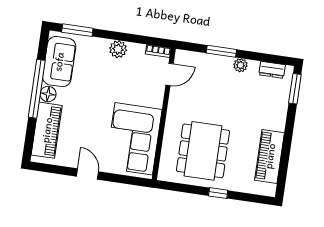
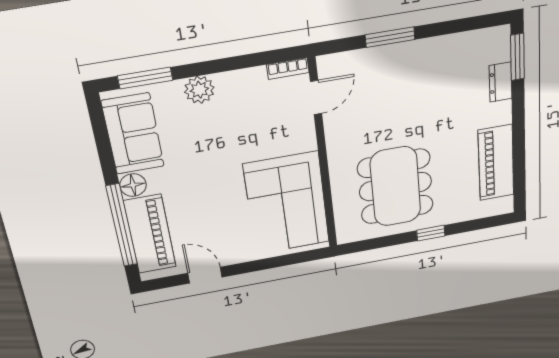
plant: (118, 49) -> (199, 90), moved
plant: (240, 65) -> (425, 49), removed
dresser: (272, 70) -> (501, 82), moved, turned 90
window: (37, 89) -> (122, 226), moved
door: (88, 174) -> (205, 275), moved

